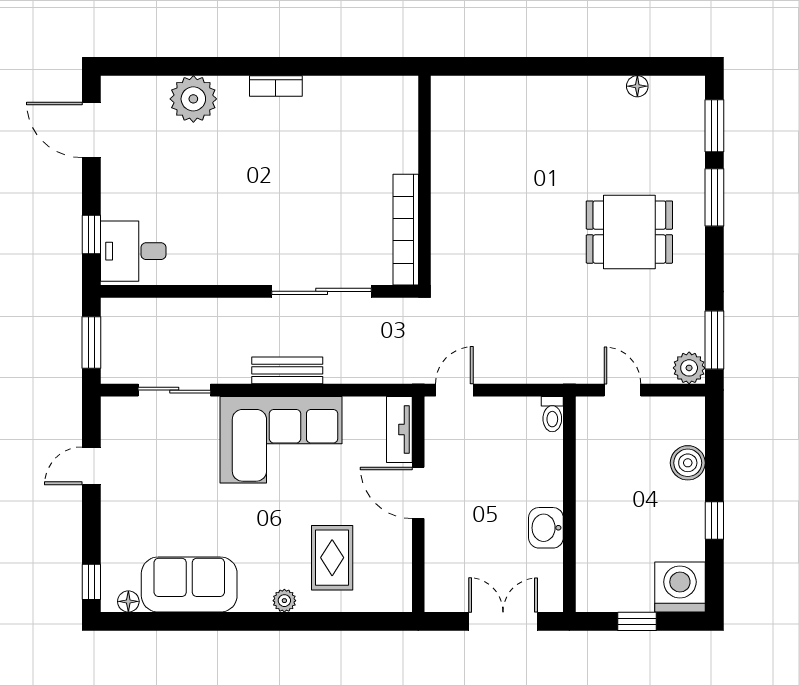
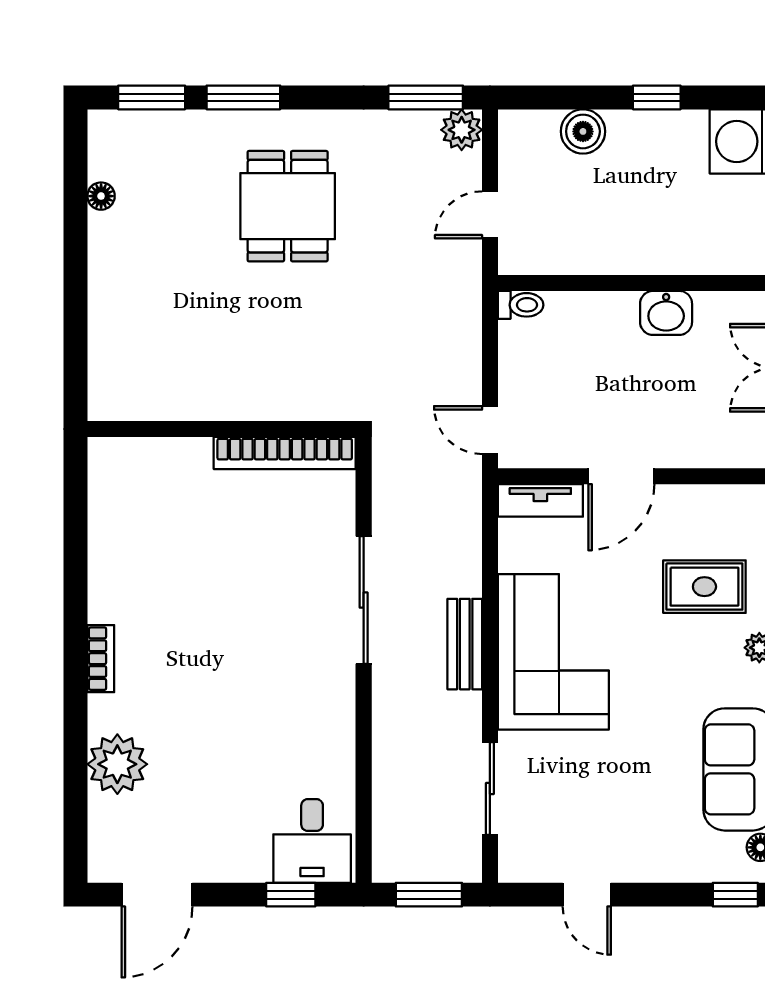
wall: (424, 180) -> (222, 429), moved
bookcase: (406, 230) -> (285, 453), moved

